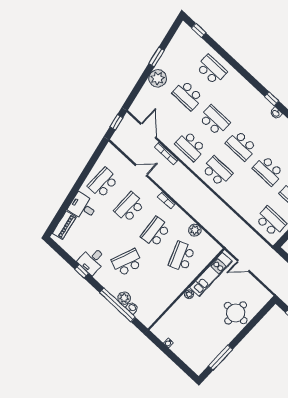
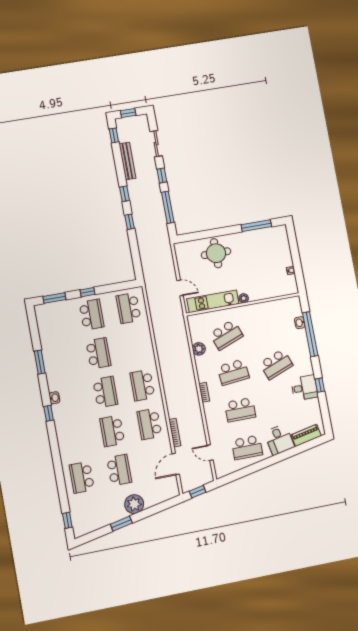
school desk: (190, 146) -> (149, 424), turned 180
door: (141, 170) -> (210, 453), moved
school desk: (127, 262) -> (276, 364), turned -42
plant: (124, 298) -> (301, 336), removed

